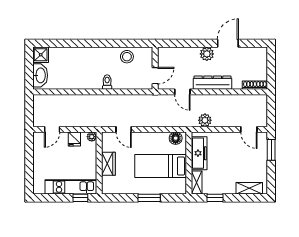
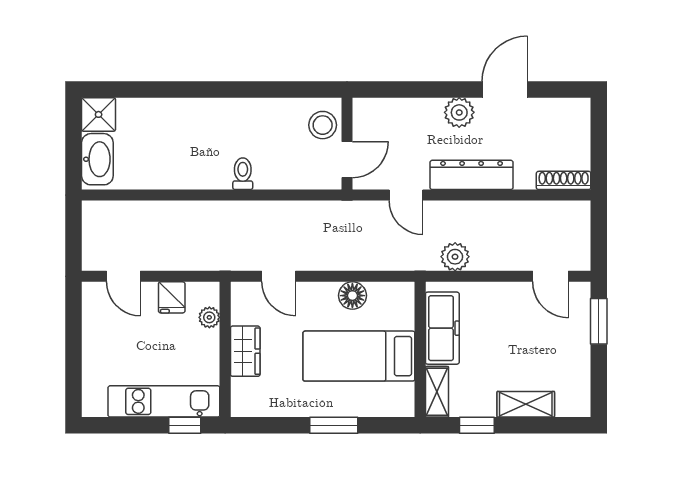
stool: (127, 57) -> (323, 125), moved
door: (52, 129) -> (123, 276), hinge flipped
plant: (92, 137) -> (209, 317), moved
floor lamp: (176, 138) -> (352, 296), moved
shelving: (249, 188) -> (526, 404), moved

